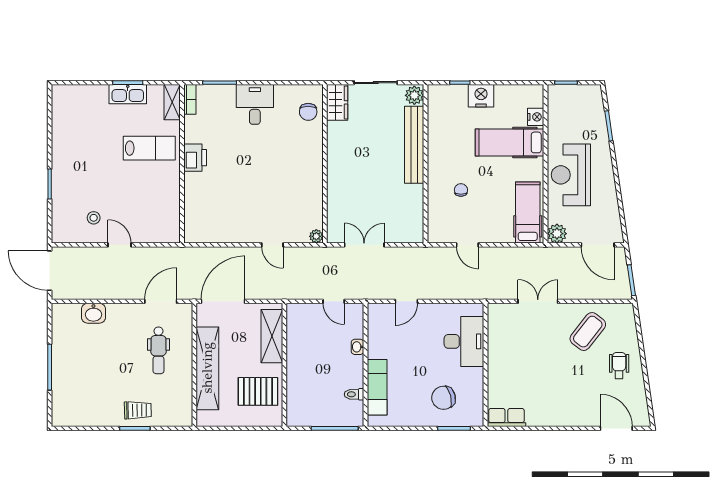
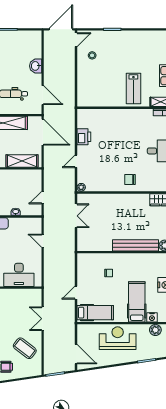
chair: (308, 112) -> (130, 180), moved
printer: (195, 158) -> (84, 137), moved, turned -90
plant: (557, 234) -> (155, 330), moved
door: (119, 245) -> (76, 40), moved
door: (467, 245) -> (76, 293), moved
door: (598, 245) -> (76, 354), swing flipped
double door: (538, 301) -> (43, 319), swing flipped
washbasin: (93, 313) -> (36, 66), moved

